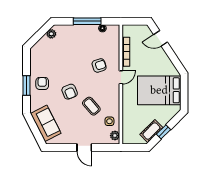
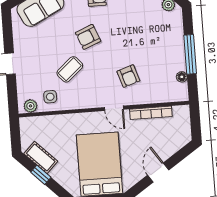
door: (161, 38) -> (158, 173), moved

